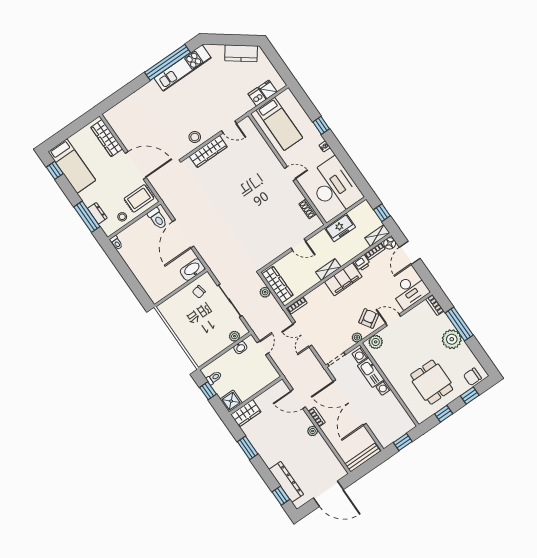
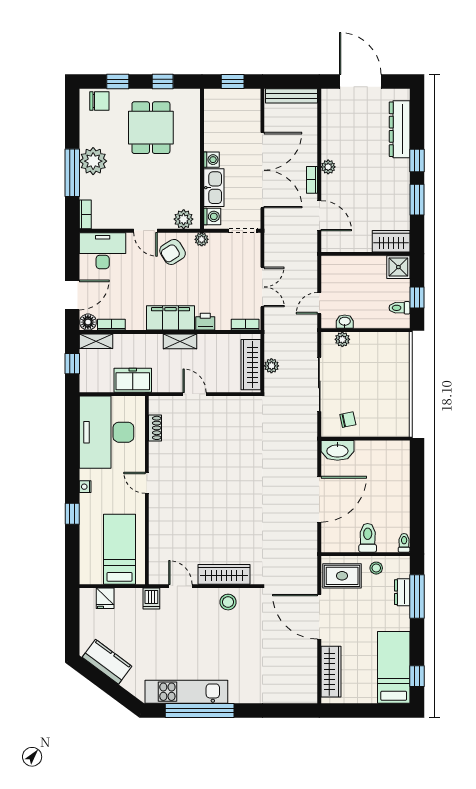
dishwasher: (257, 97) -> (151, 599), moved
toilet: (157, 218) -> (368, 538), moved
printer: (362, 263) -> (205, 322), moved
window: (281, 496) -> (417, 161), moved

